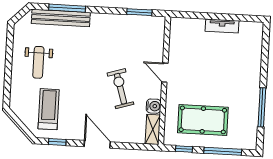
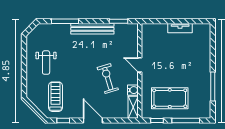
bench: (61, 18) -> (92, 29), moved

